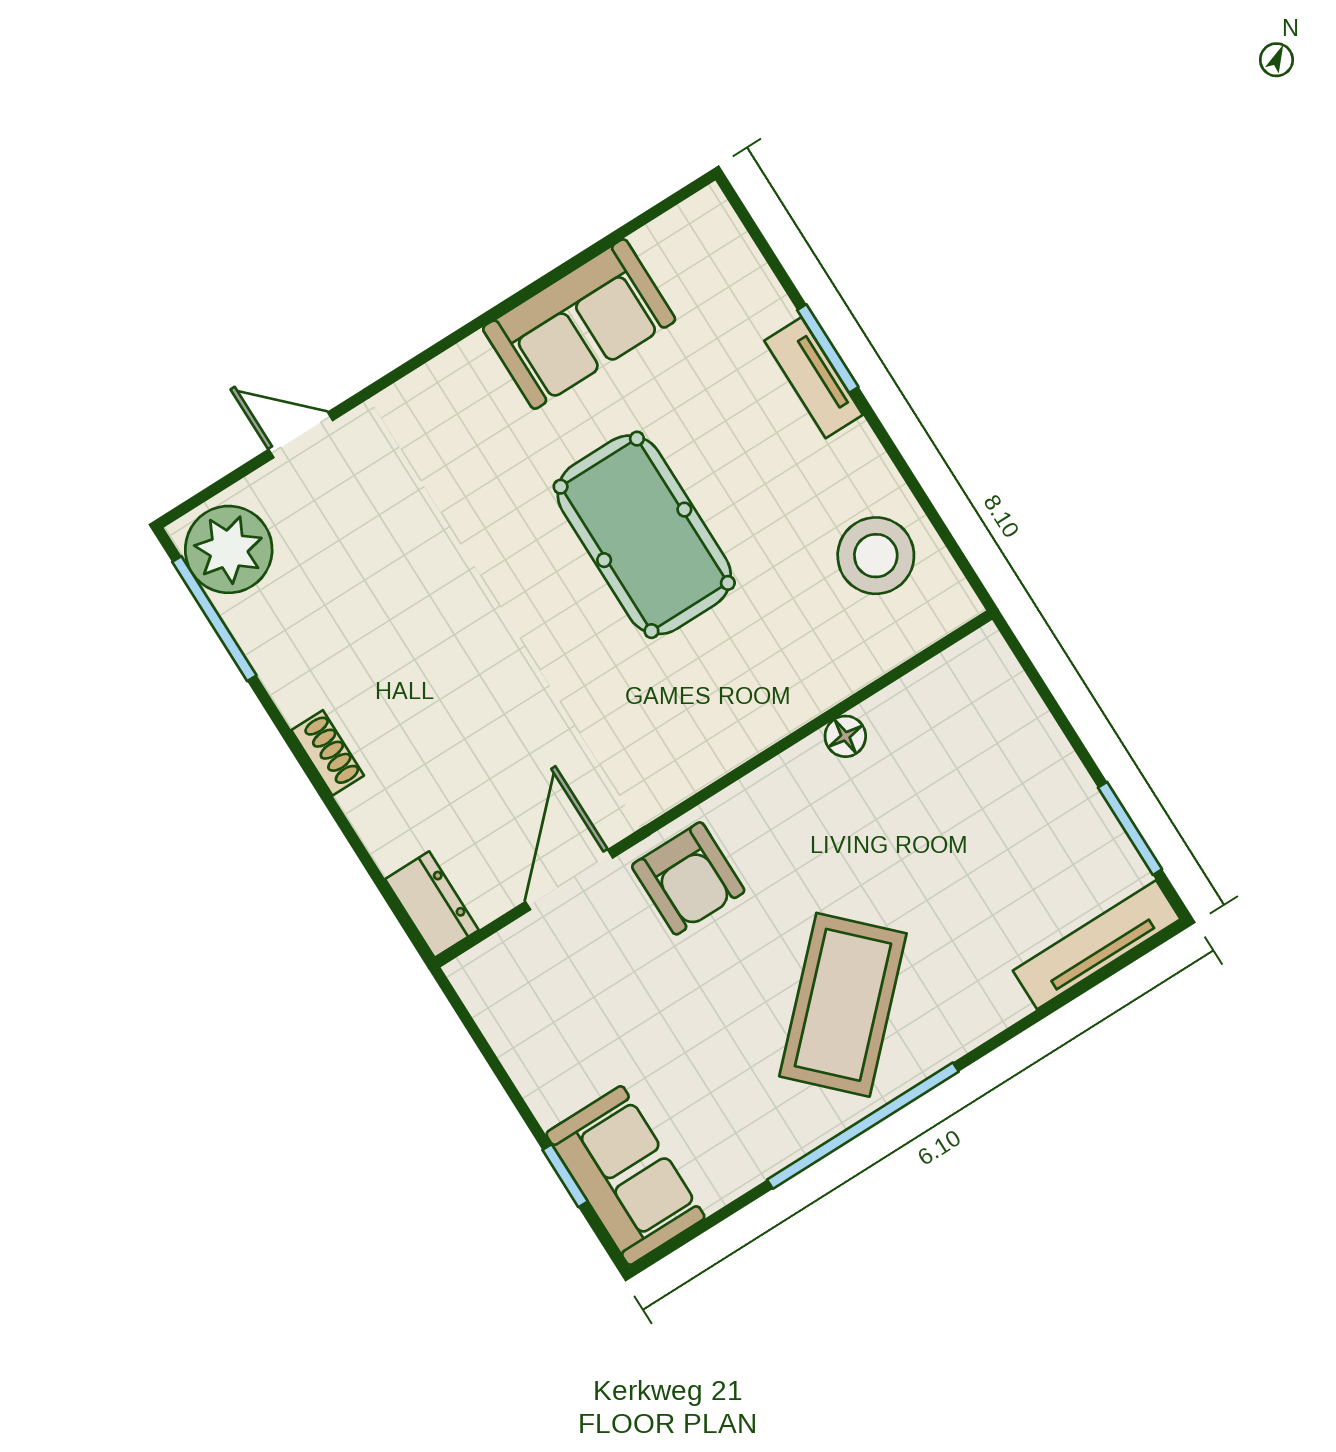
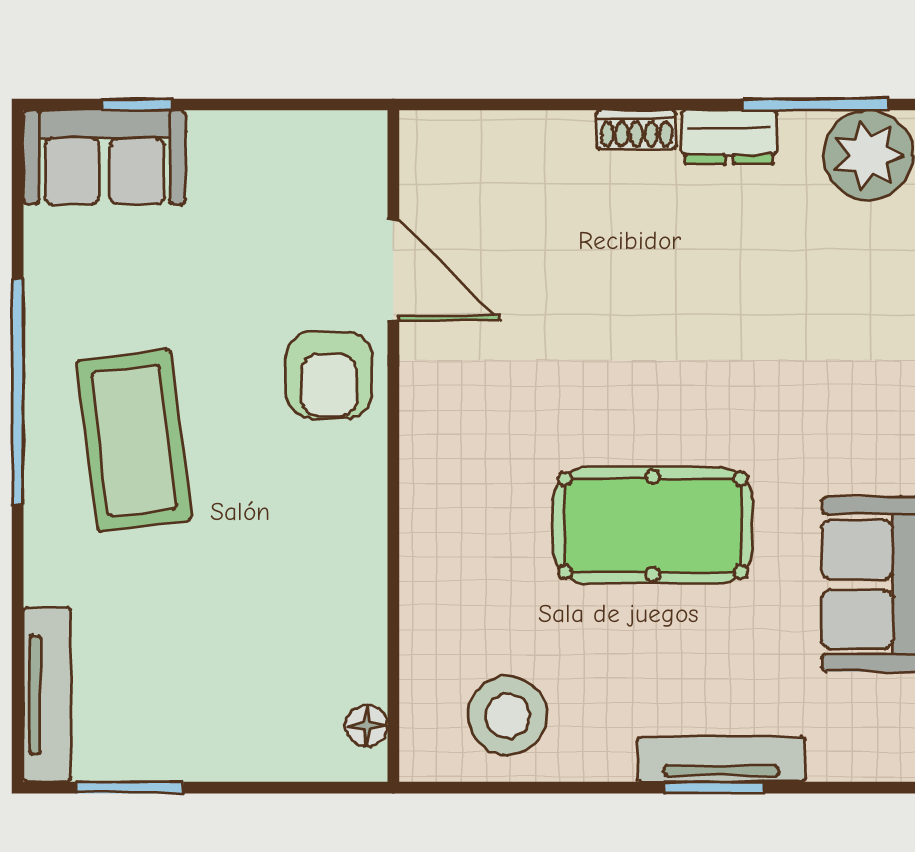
tv unit: (814, 378) -> (721, 759), width x1.41
floor lamp: (845, 736) -> (367, 726), moved
armchair: (688, 878) -> (329, 375), turned -90
dresser: (432, 905) -> (729, 137), moved
coffee table: (843, 1005) -> (134, 441), turned 38

